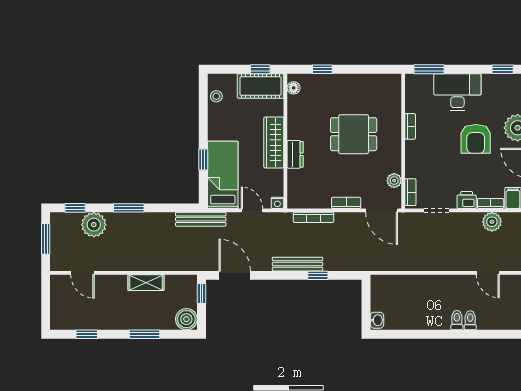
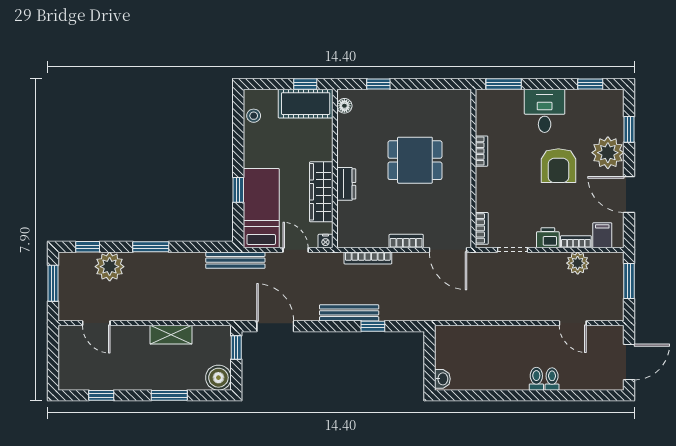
desk: (457, 92) -> (545, 111), width x0.73
wardrobe: (274, 143) -> (321, 192), moved
plant: (394, 181) -> (463, 215), removed

